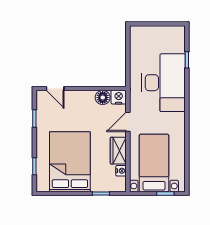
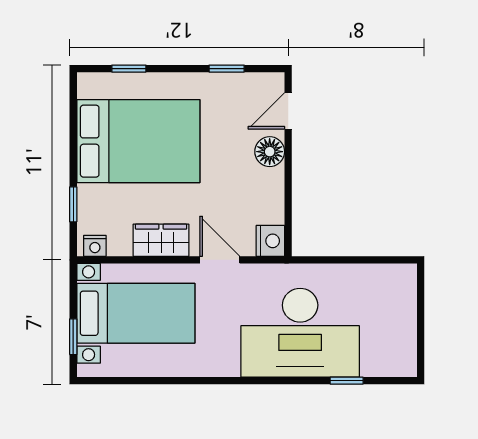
floor lamp: (103, 98) -> (270, 152), moved
nightstand: (121, 171) -> (95, 246), moved

